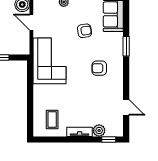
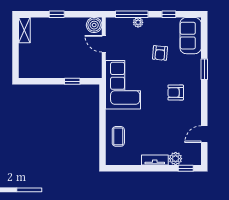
armchair: (84, 31) -> (160, 53), turned 104
door: (126, 107) -> (204, 134), swing flipped
coffee table: (52, 119) -> (118, 136), moved

